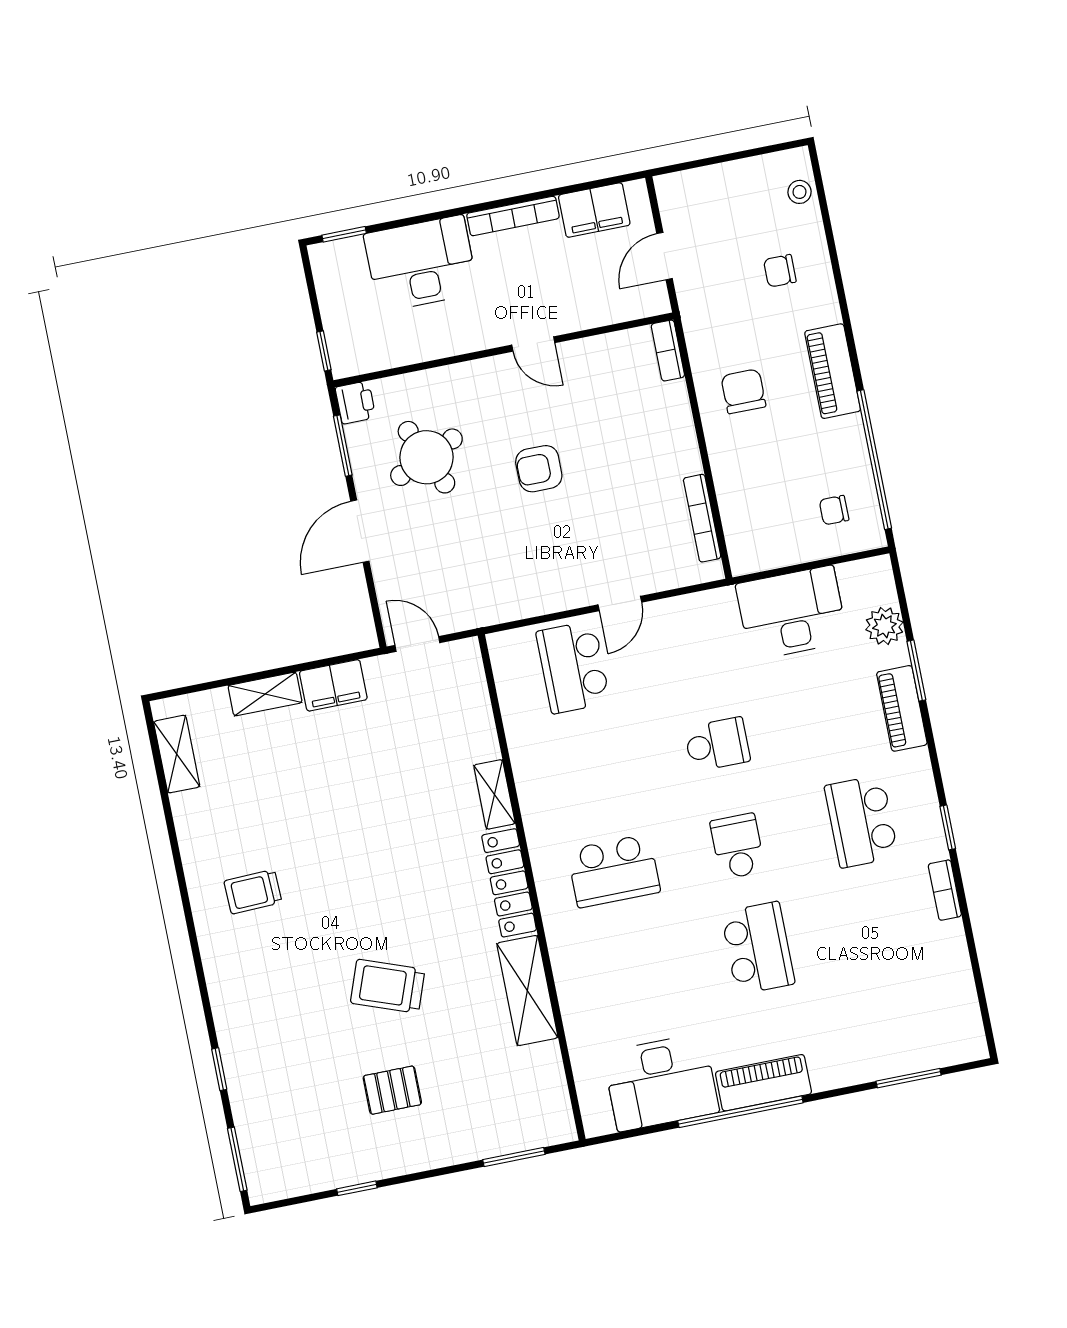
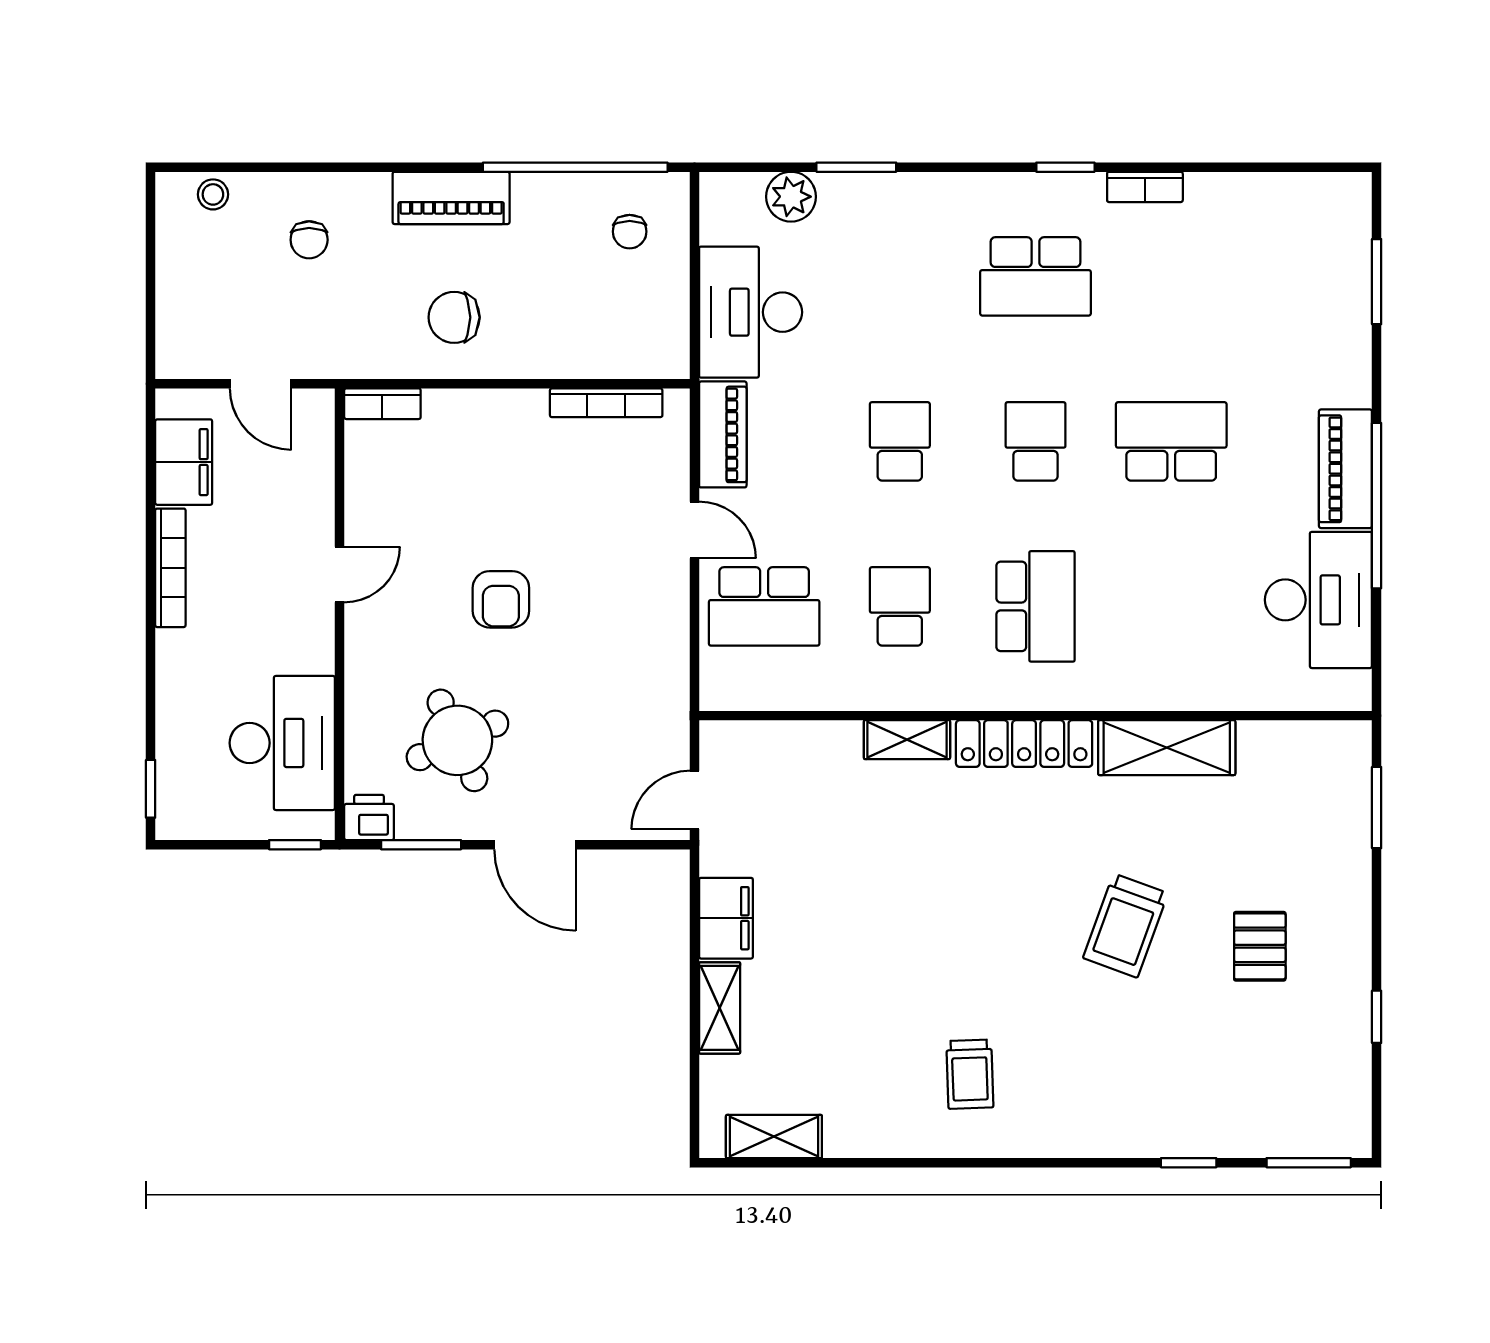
desk: (421, 264) -> (282, 743), moved, turned 180
piano: (902, 708) -> (723, 434), moved, turned -90
school desk: (593, 769) -> (900, 606), added
school desk: (738, 846) -> (1036, 441), turned 90

